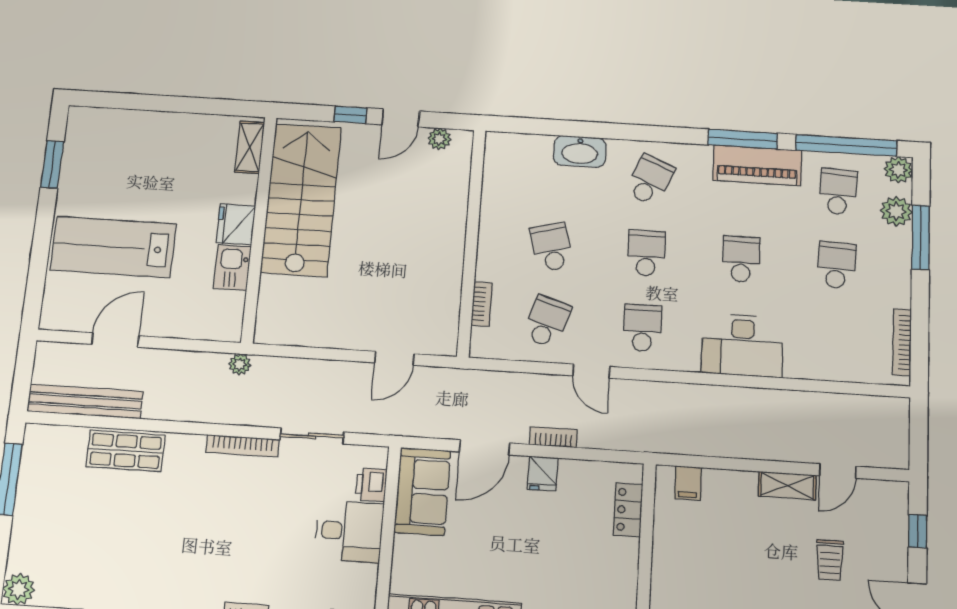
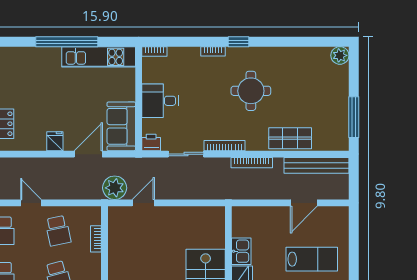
lab bench: (113, 247) -> (312, 259), width x0.73, depth x0.72
school desk: (547, 322) -> (58, 231), turned -30
plant: (240, 364) -> (115, 188), moved, width x1.88, depth x1.88
bookcase: (553, 437) -> (252, 163), moved, width x1.56
printer: (371, 485) -> (151, 142), moved, turned -90
round table: (185, 538) -> (251, 91), added

